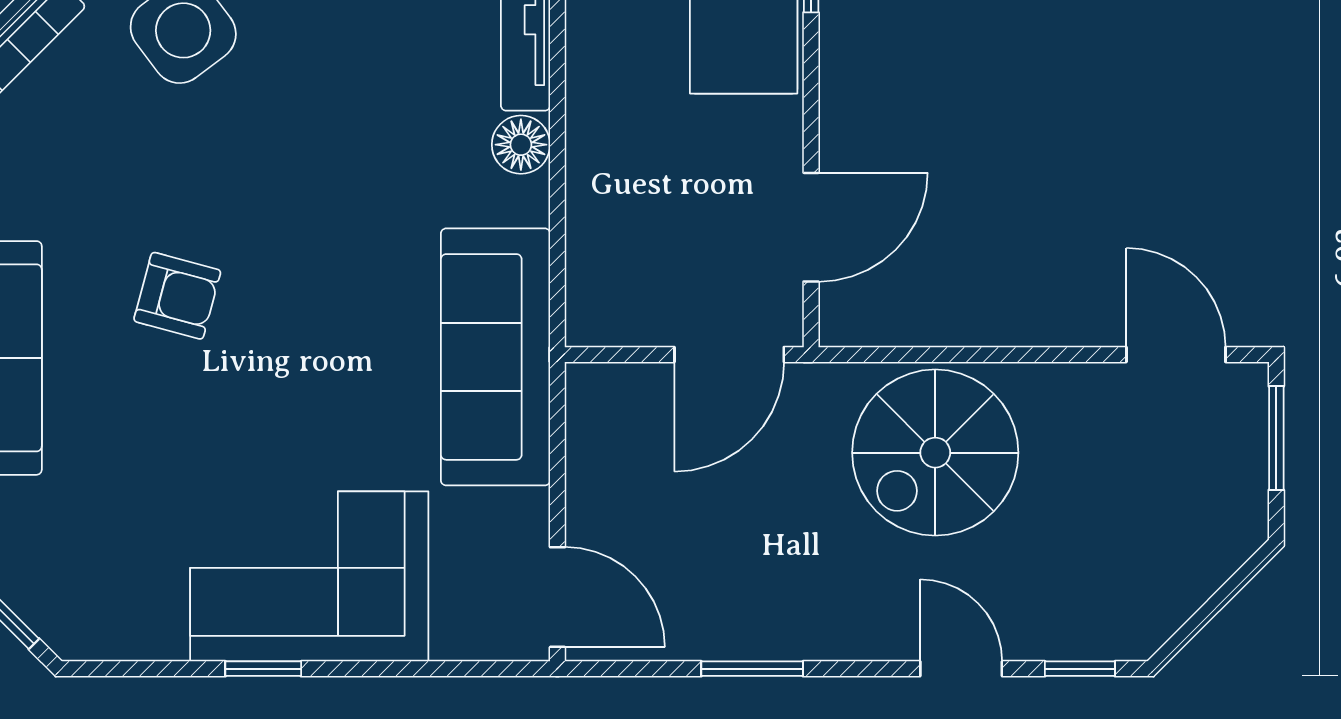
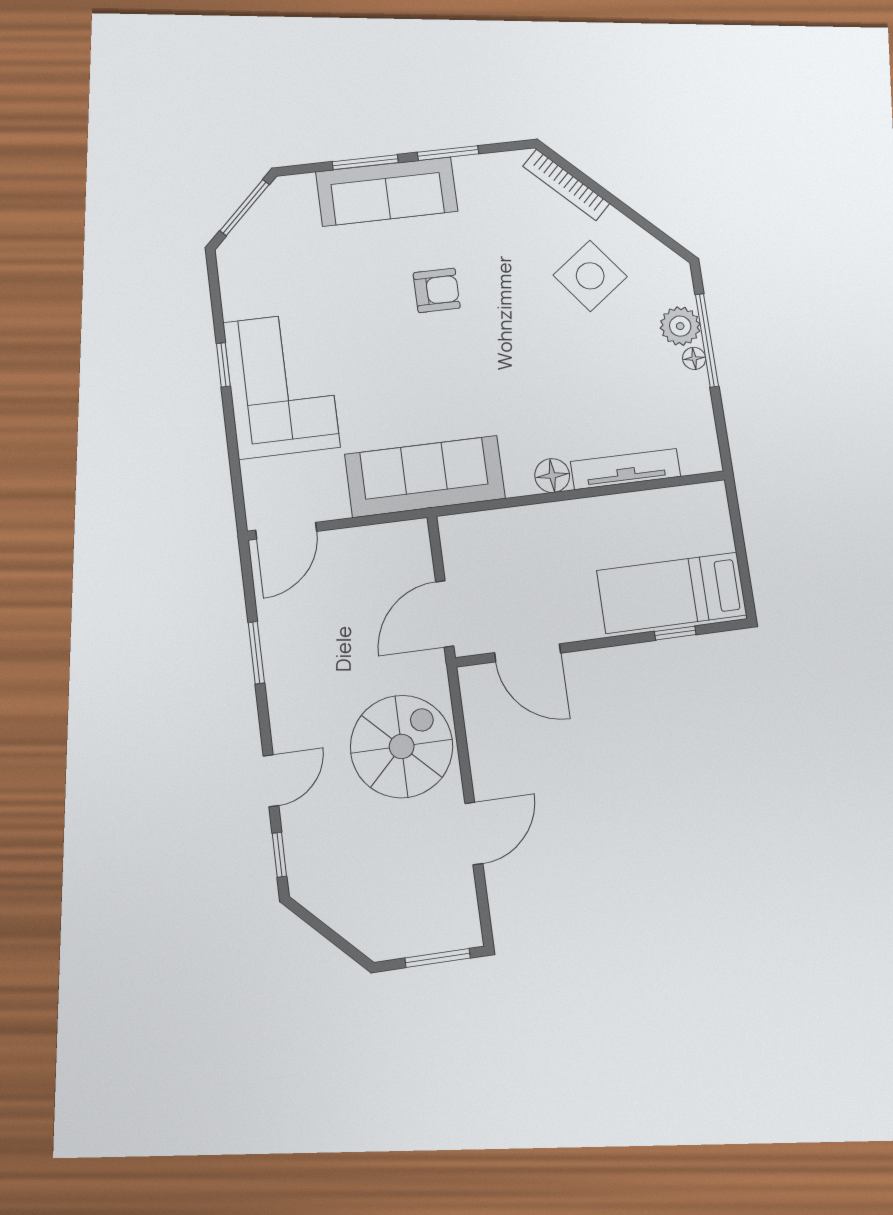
armchair: (177, 296) -> (437, 290), turned -105
door: (729, 355) -> (445, 614), hinge flipped
door: (1176, 355) -> (474, 833), moved
spiral stairs: (935, 453) -> (402, 746), turned 90

